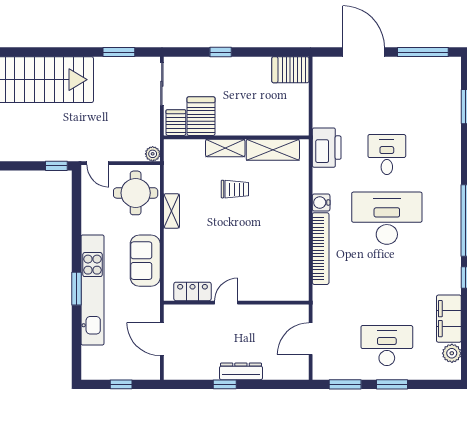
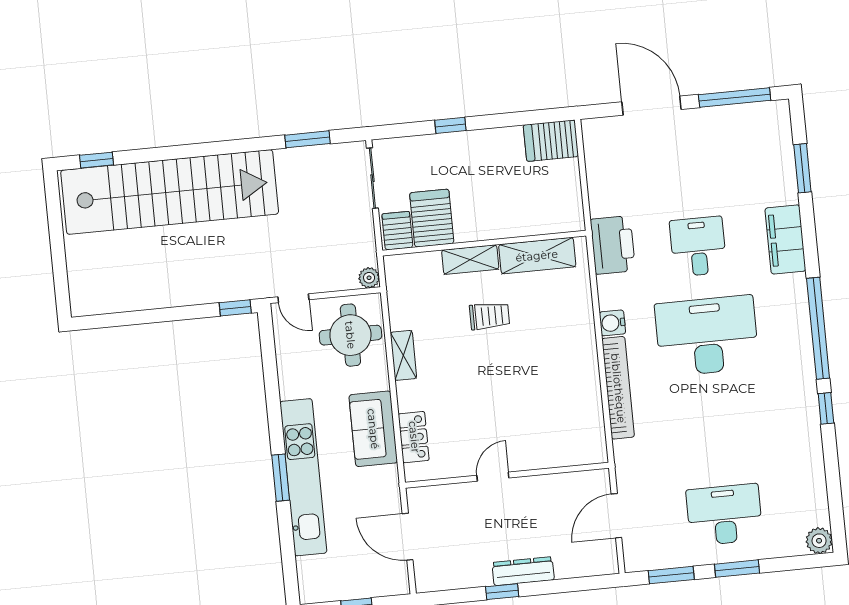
locker: (193, 291) -> (414, 437), moved, turned 90
filing cabinet: (449, 319) -> (785, 239), moved
plant: (452, 353) -> (819, 541), moved

